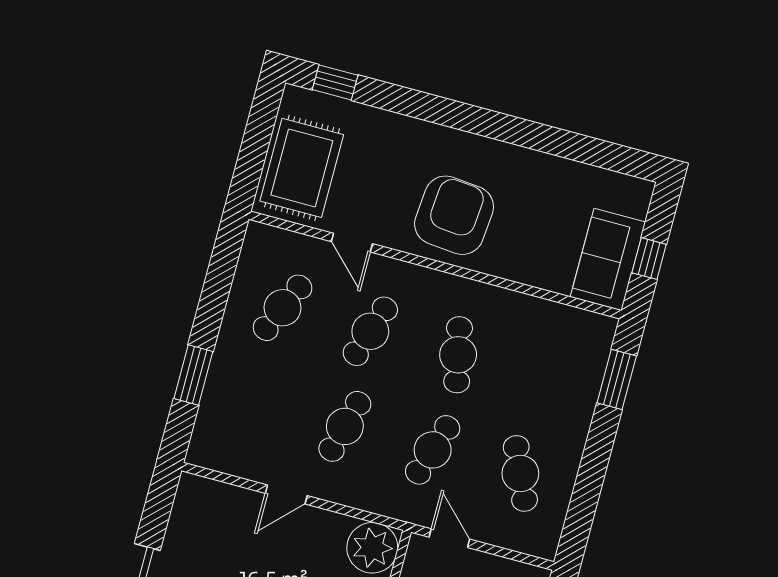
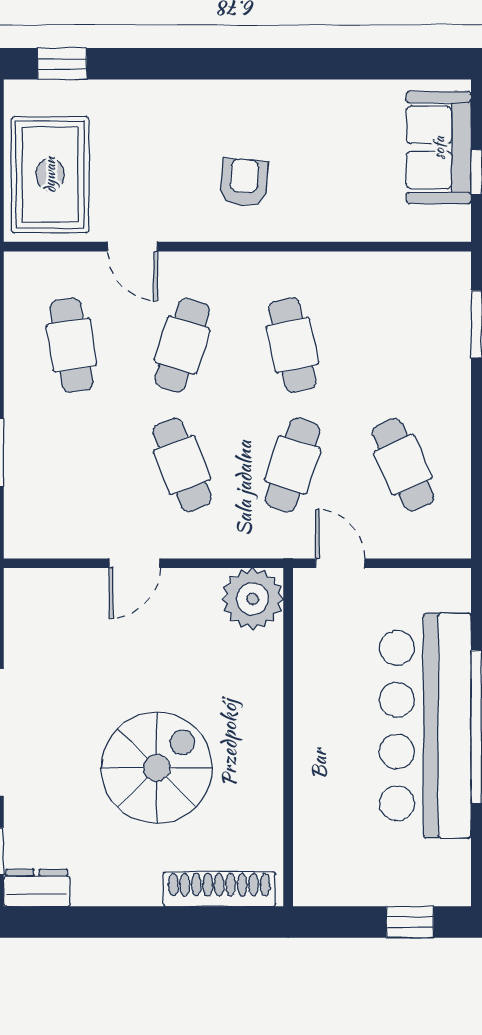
armchair: (454, 215) -> (244, 182), width x0.53, depth x0.53
sofa: (608, 259) -> (439, 148), moved
cafe table: (283, 308) -> (71, 345), turned -33
cafe table: (345, 426) -> (182, 465), turned -36

